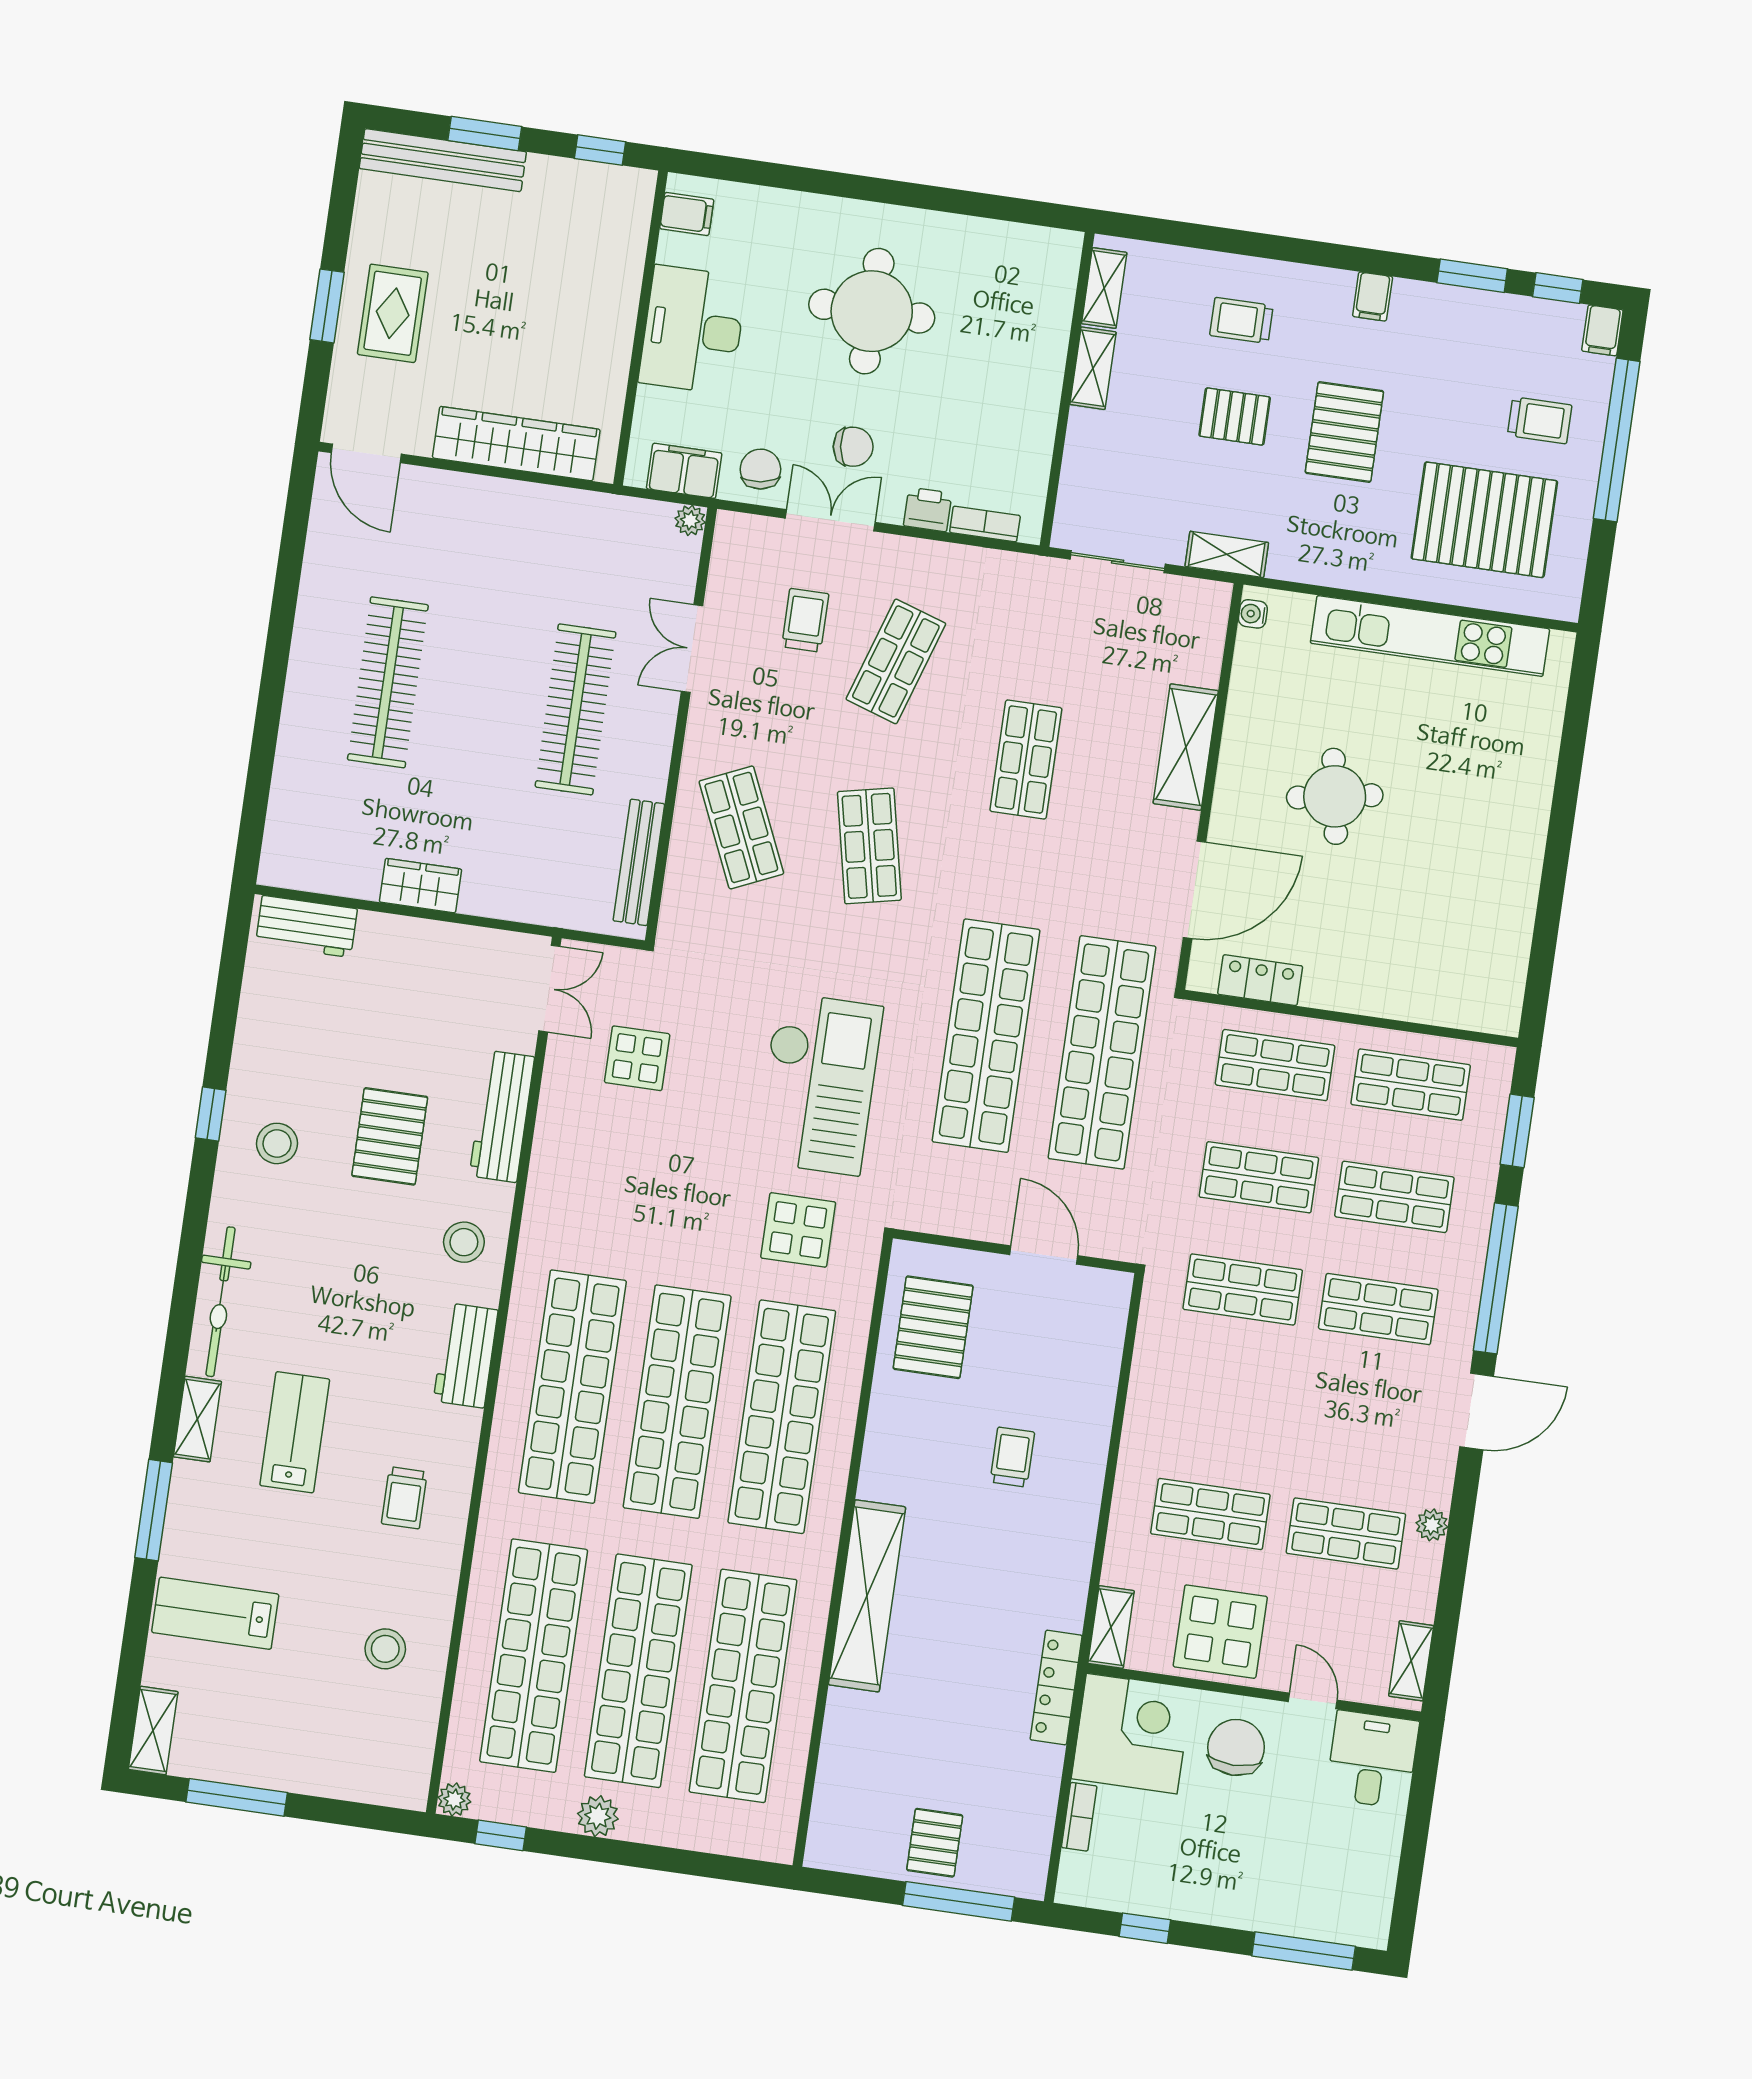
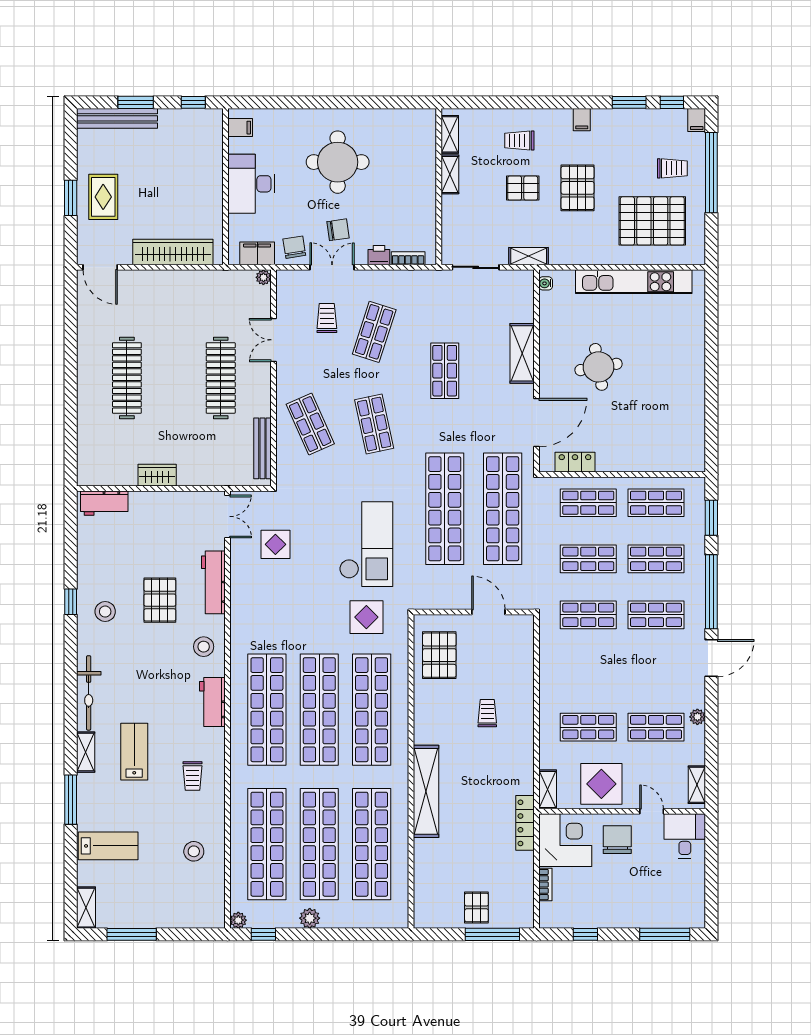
lab bench: (215, 1613) -> (108, 846), turned 180

